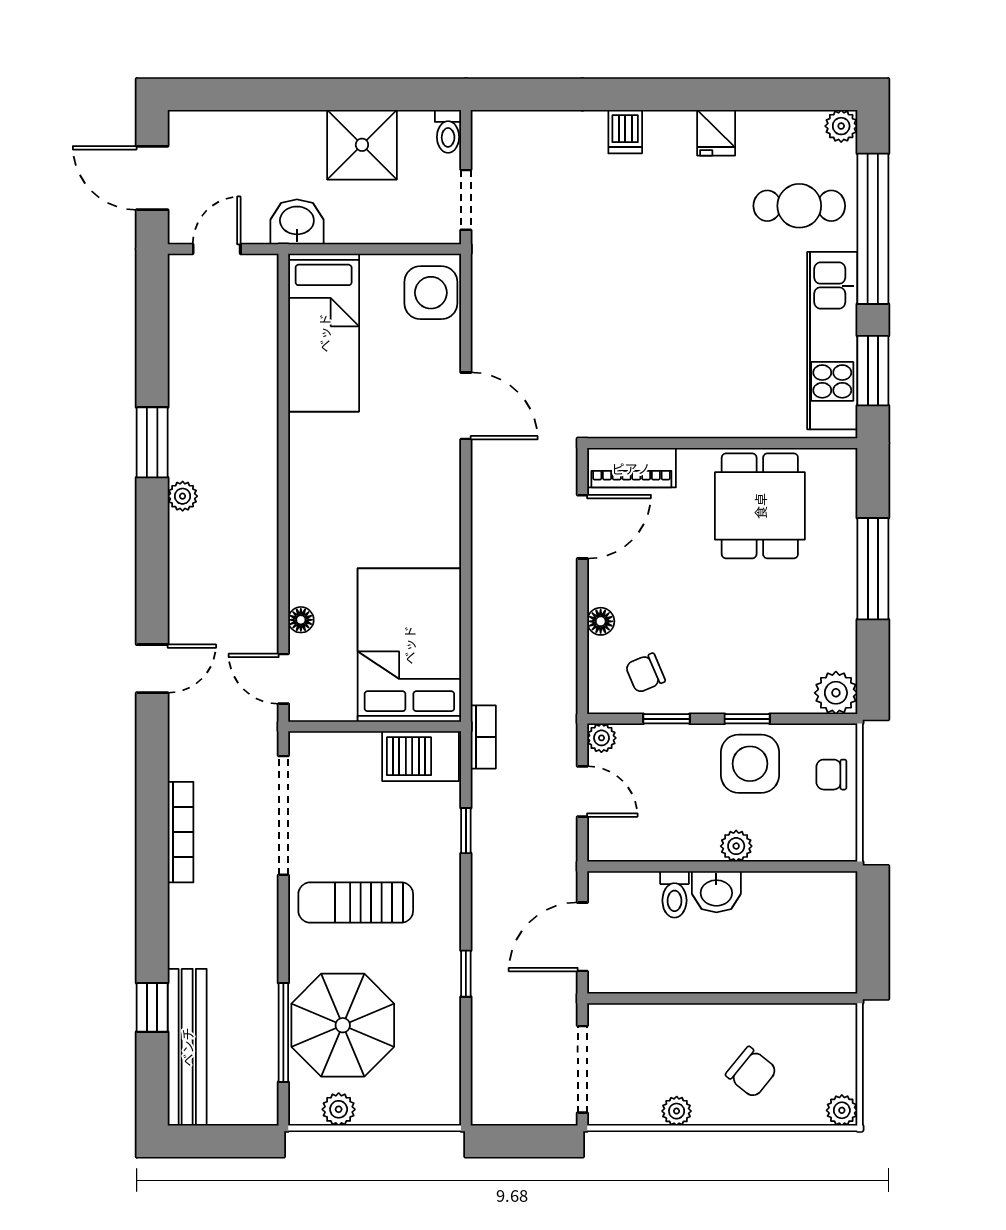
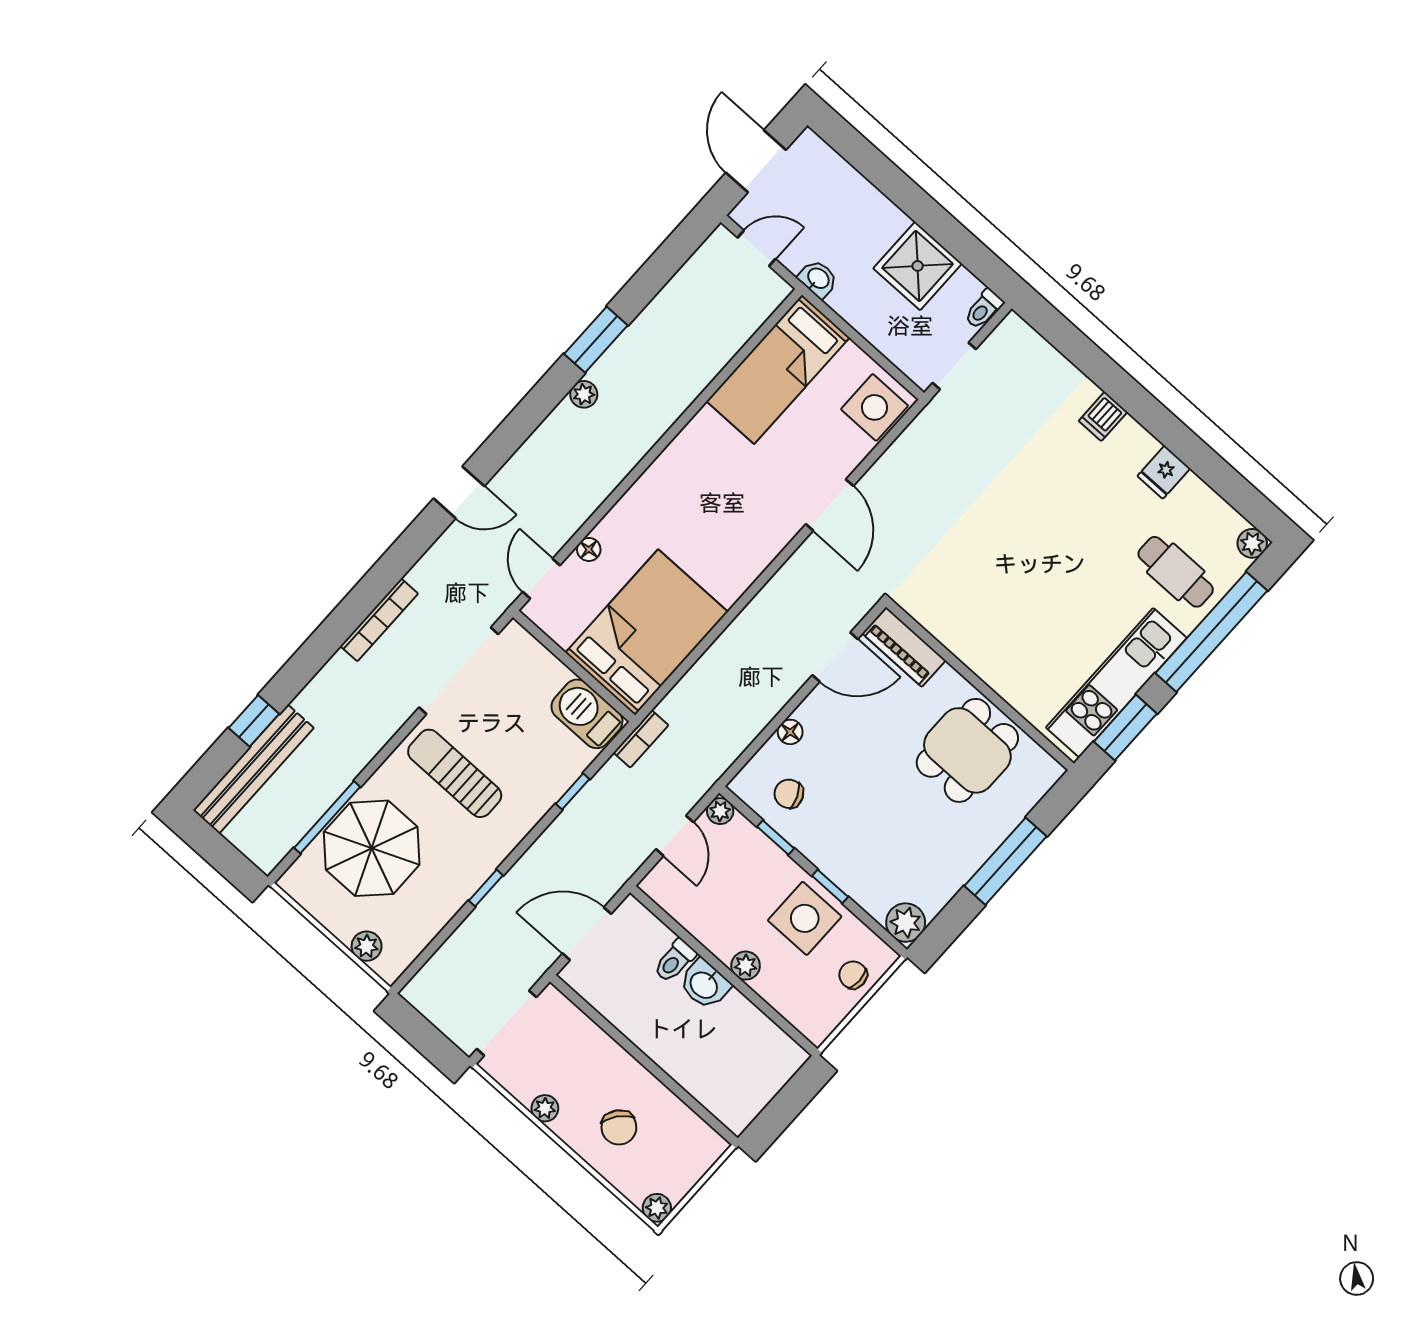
washbasin: (297, 222) -> (818, 279), width x0.72, depth x0.69
plant: (339, 1109) -> (367, 946), moved

